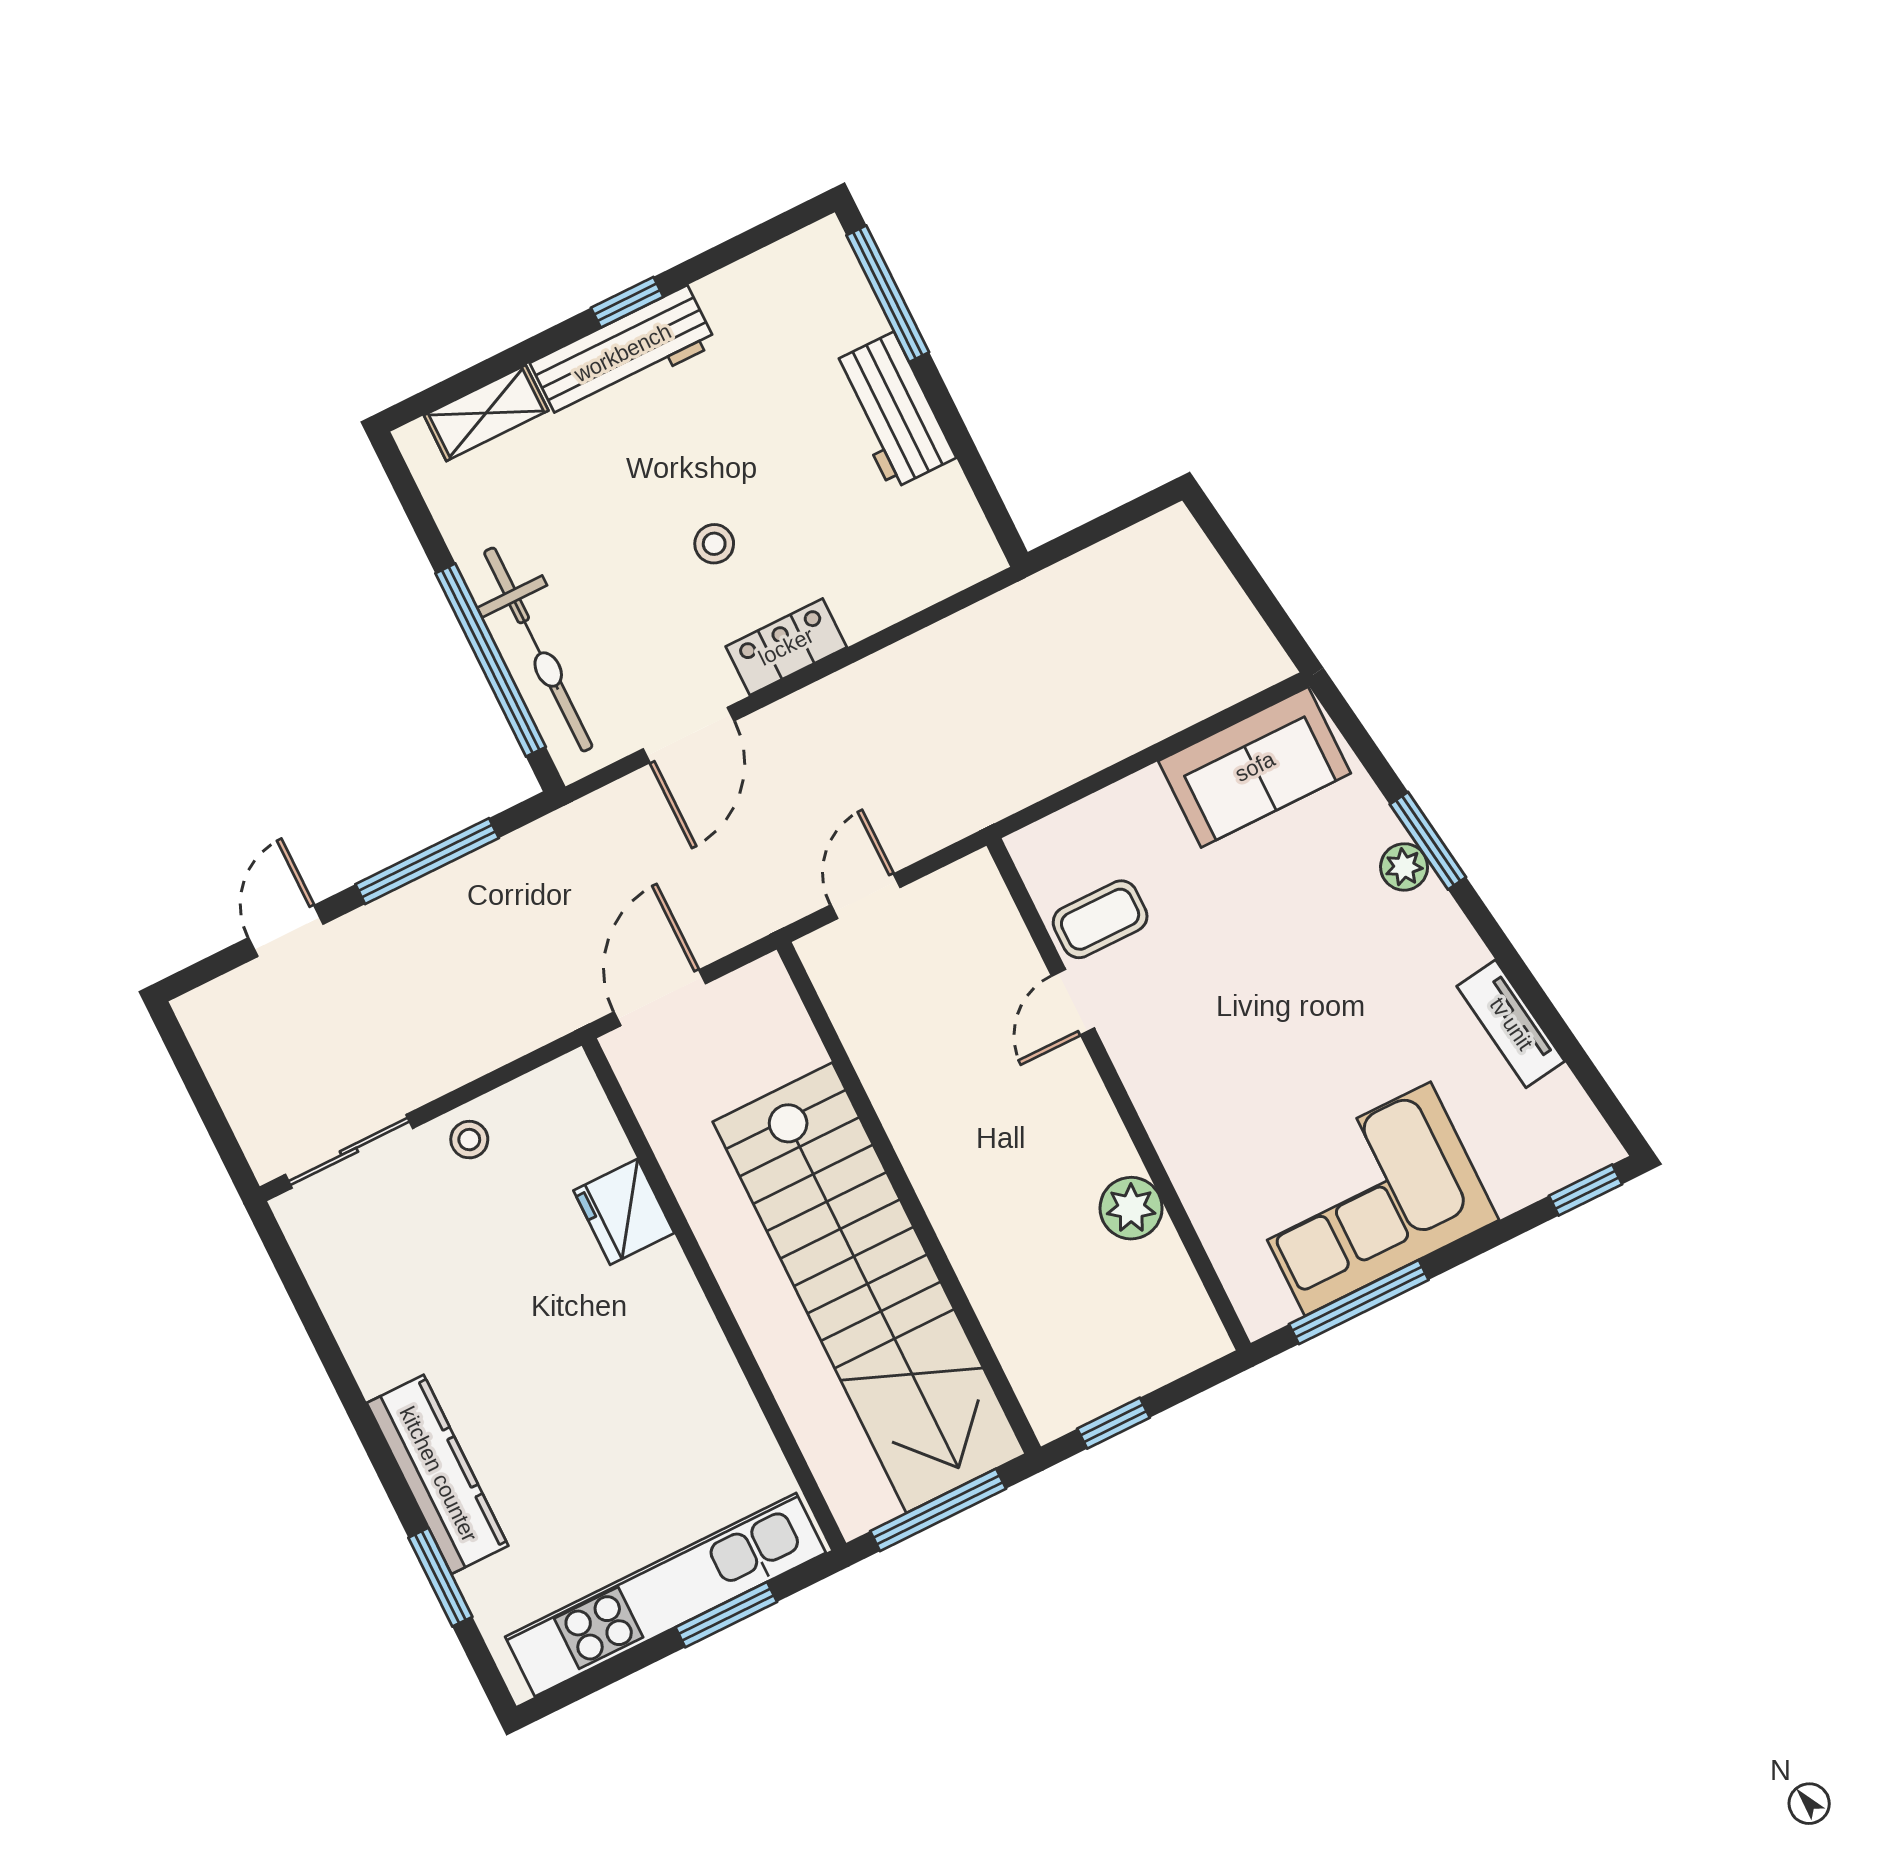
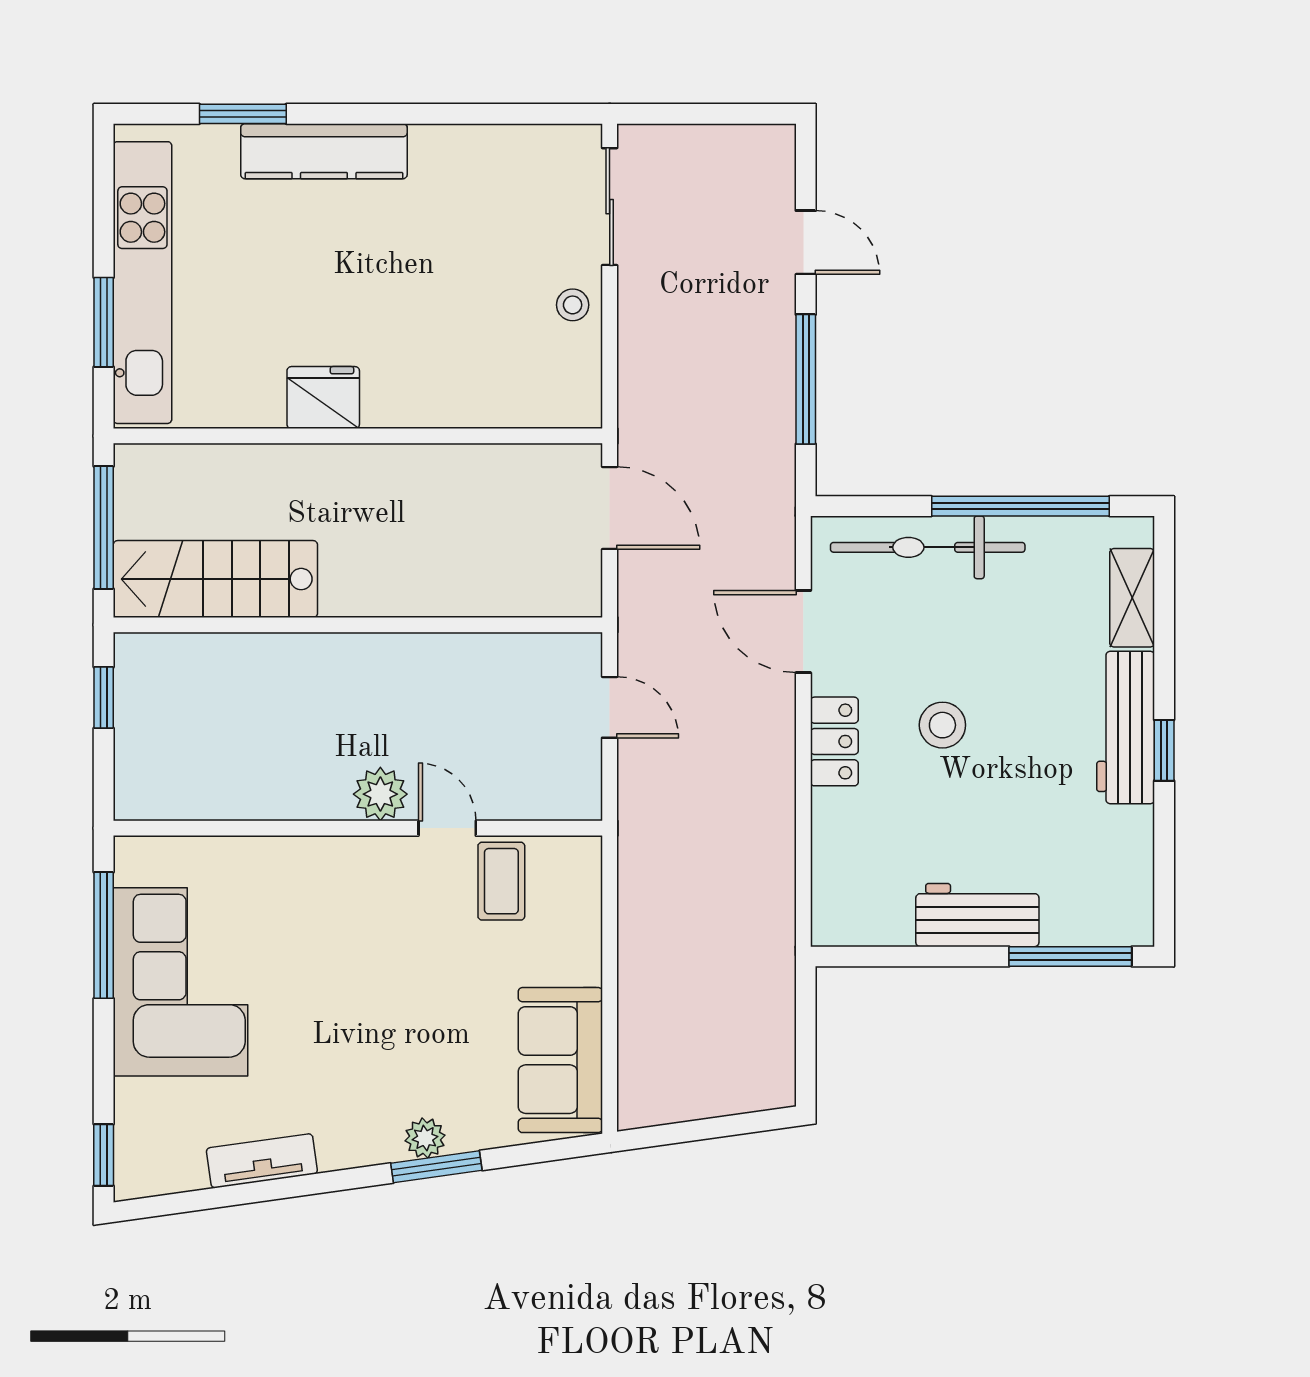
stool: (714, 544) -> (942, 725), width x1.37, depth x1.37
window: (491, 660) -> (1020, 506), moved
plant: (1131, 1208) -> (380, 794), moved
fridge: (624, 1212) -> (323, 398), moved
stairs: (869, 1288) -> (215, 579), width x0.54, depth x0.66

